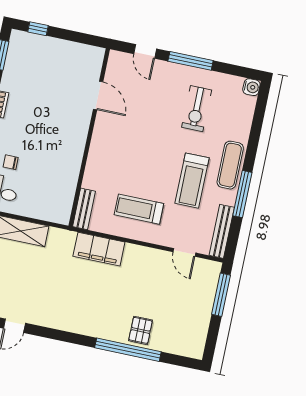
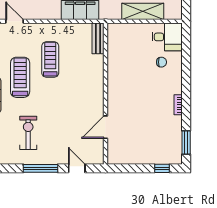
door: (98, 96) -> (105, 127), hinge flipped
treadmill: (139, 209) -> (50, 60), moved, turned -90

